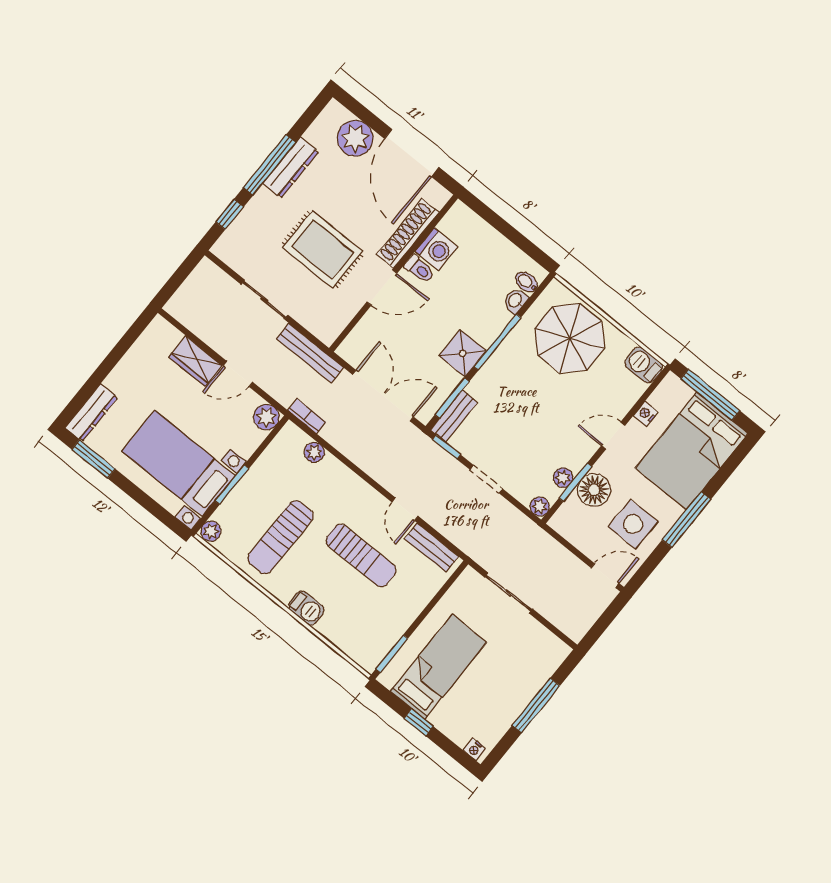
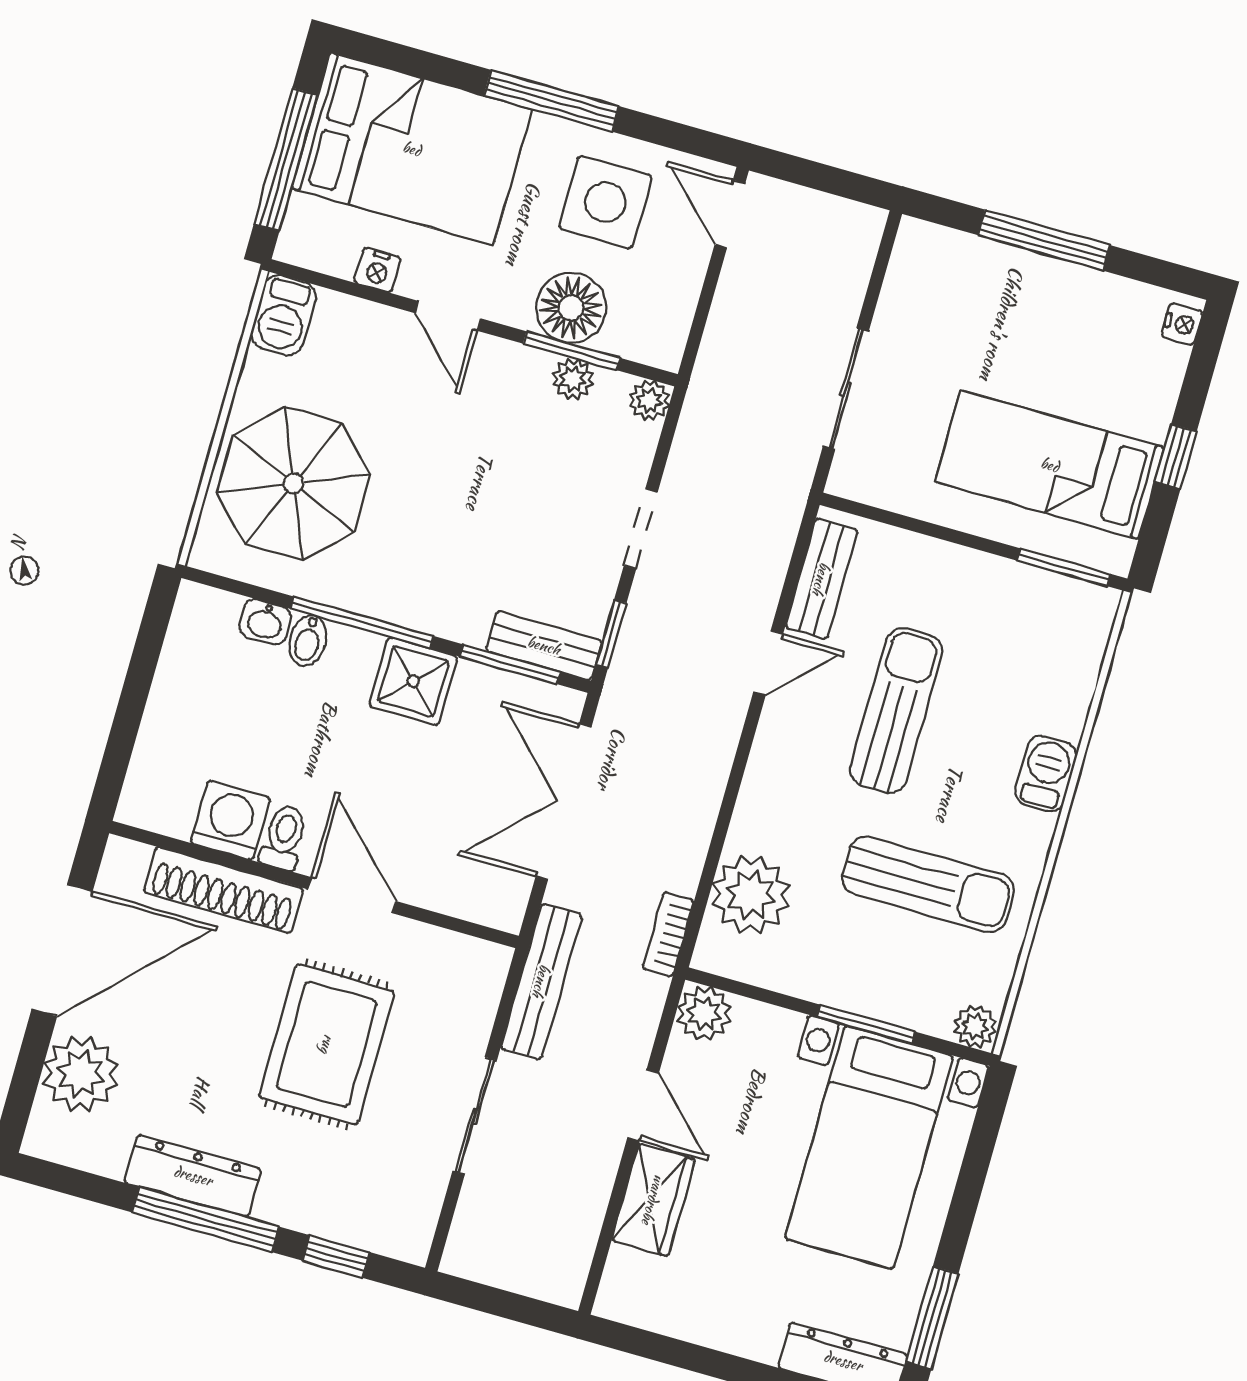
bidet: (527, 282) -> (308, 641), moved
plant: (314, 452) -> (751, 895), width x1.87, depth x1.87

